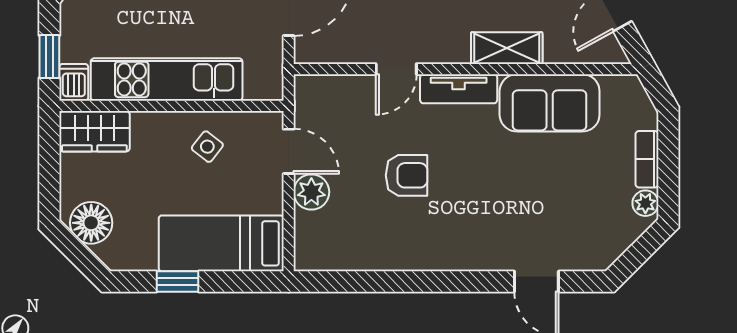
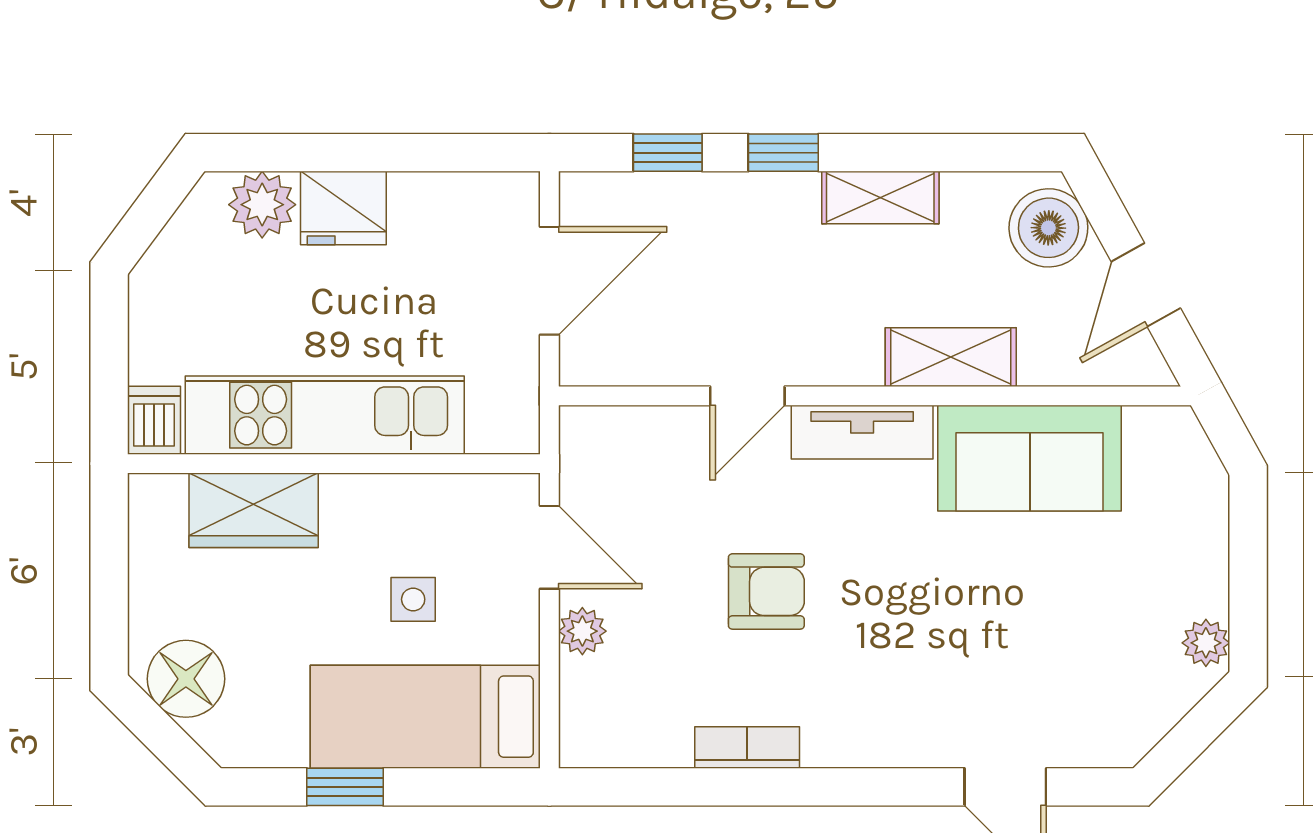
window: (49, 57) -> (109, 373), removed
wardrobe: (94, 131) -> (254, 510), moved
side table: (207, 147) -> (413, 599), moved, turned -38
bookcase: (647, 159) -> (747, 747), moved, turned 90
plant: (311, 192) -> (582, 631), width x0.73, depth x0.73

